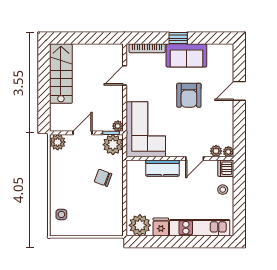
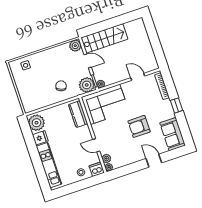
sofa: (186, 55) -> (173, 134), moved
stairs: (61, 74) -> (104, 38), moved
kitchen counter: (163, 168) -> (78, 114), moved

